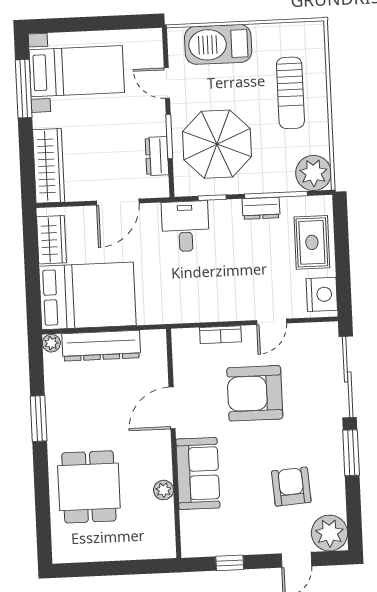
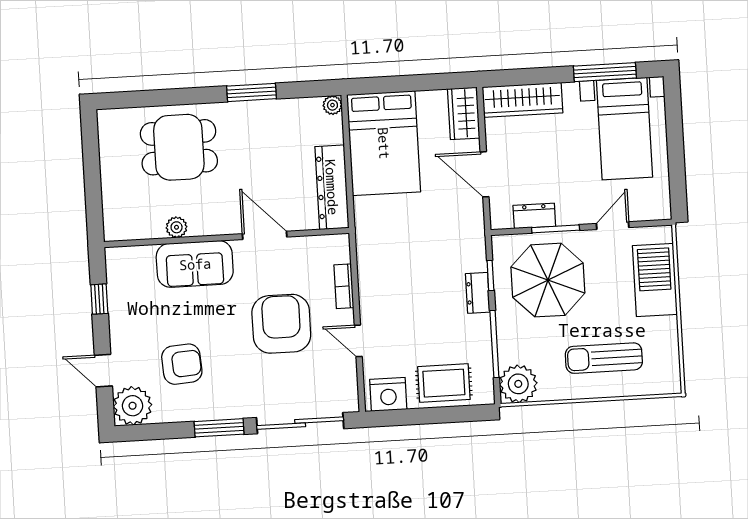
dresser: (261, 208) -> (478, 293), moved
desk: (185, 226) -> (459, 247), removed
wardrobe: (51, 240) -> (464, 113), moved, turned 90
dresser: (101, 346) -> (332, 187), moved

